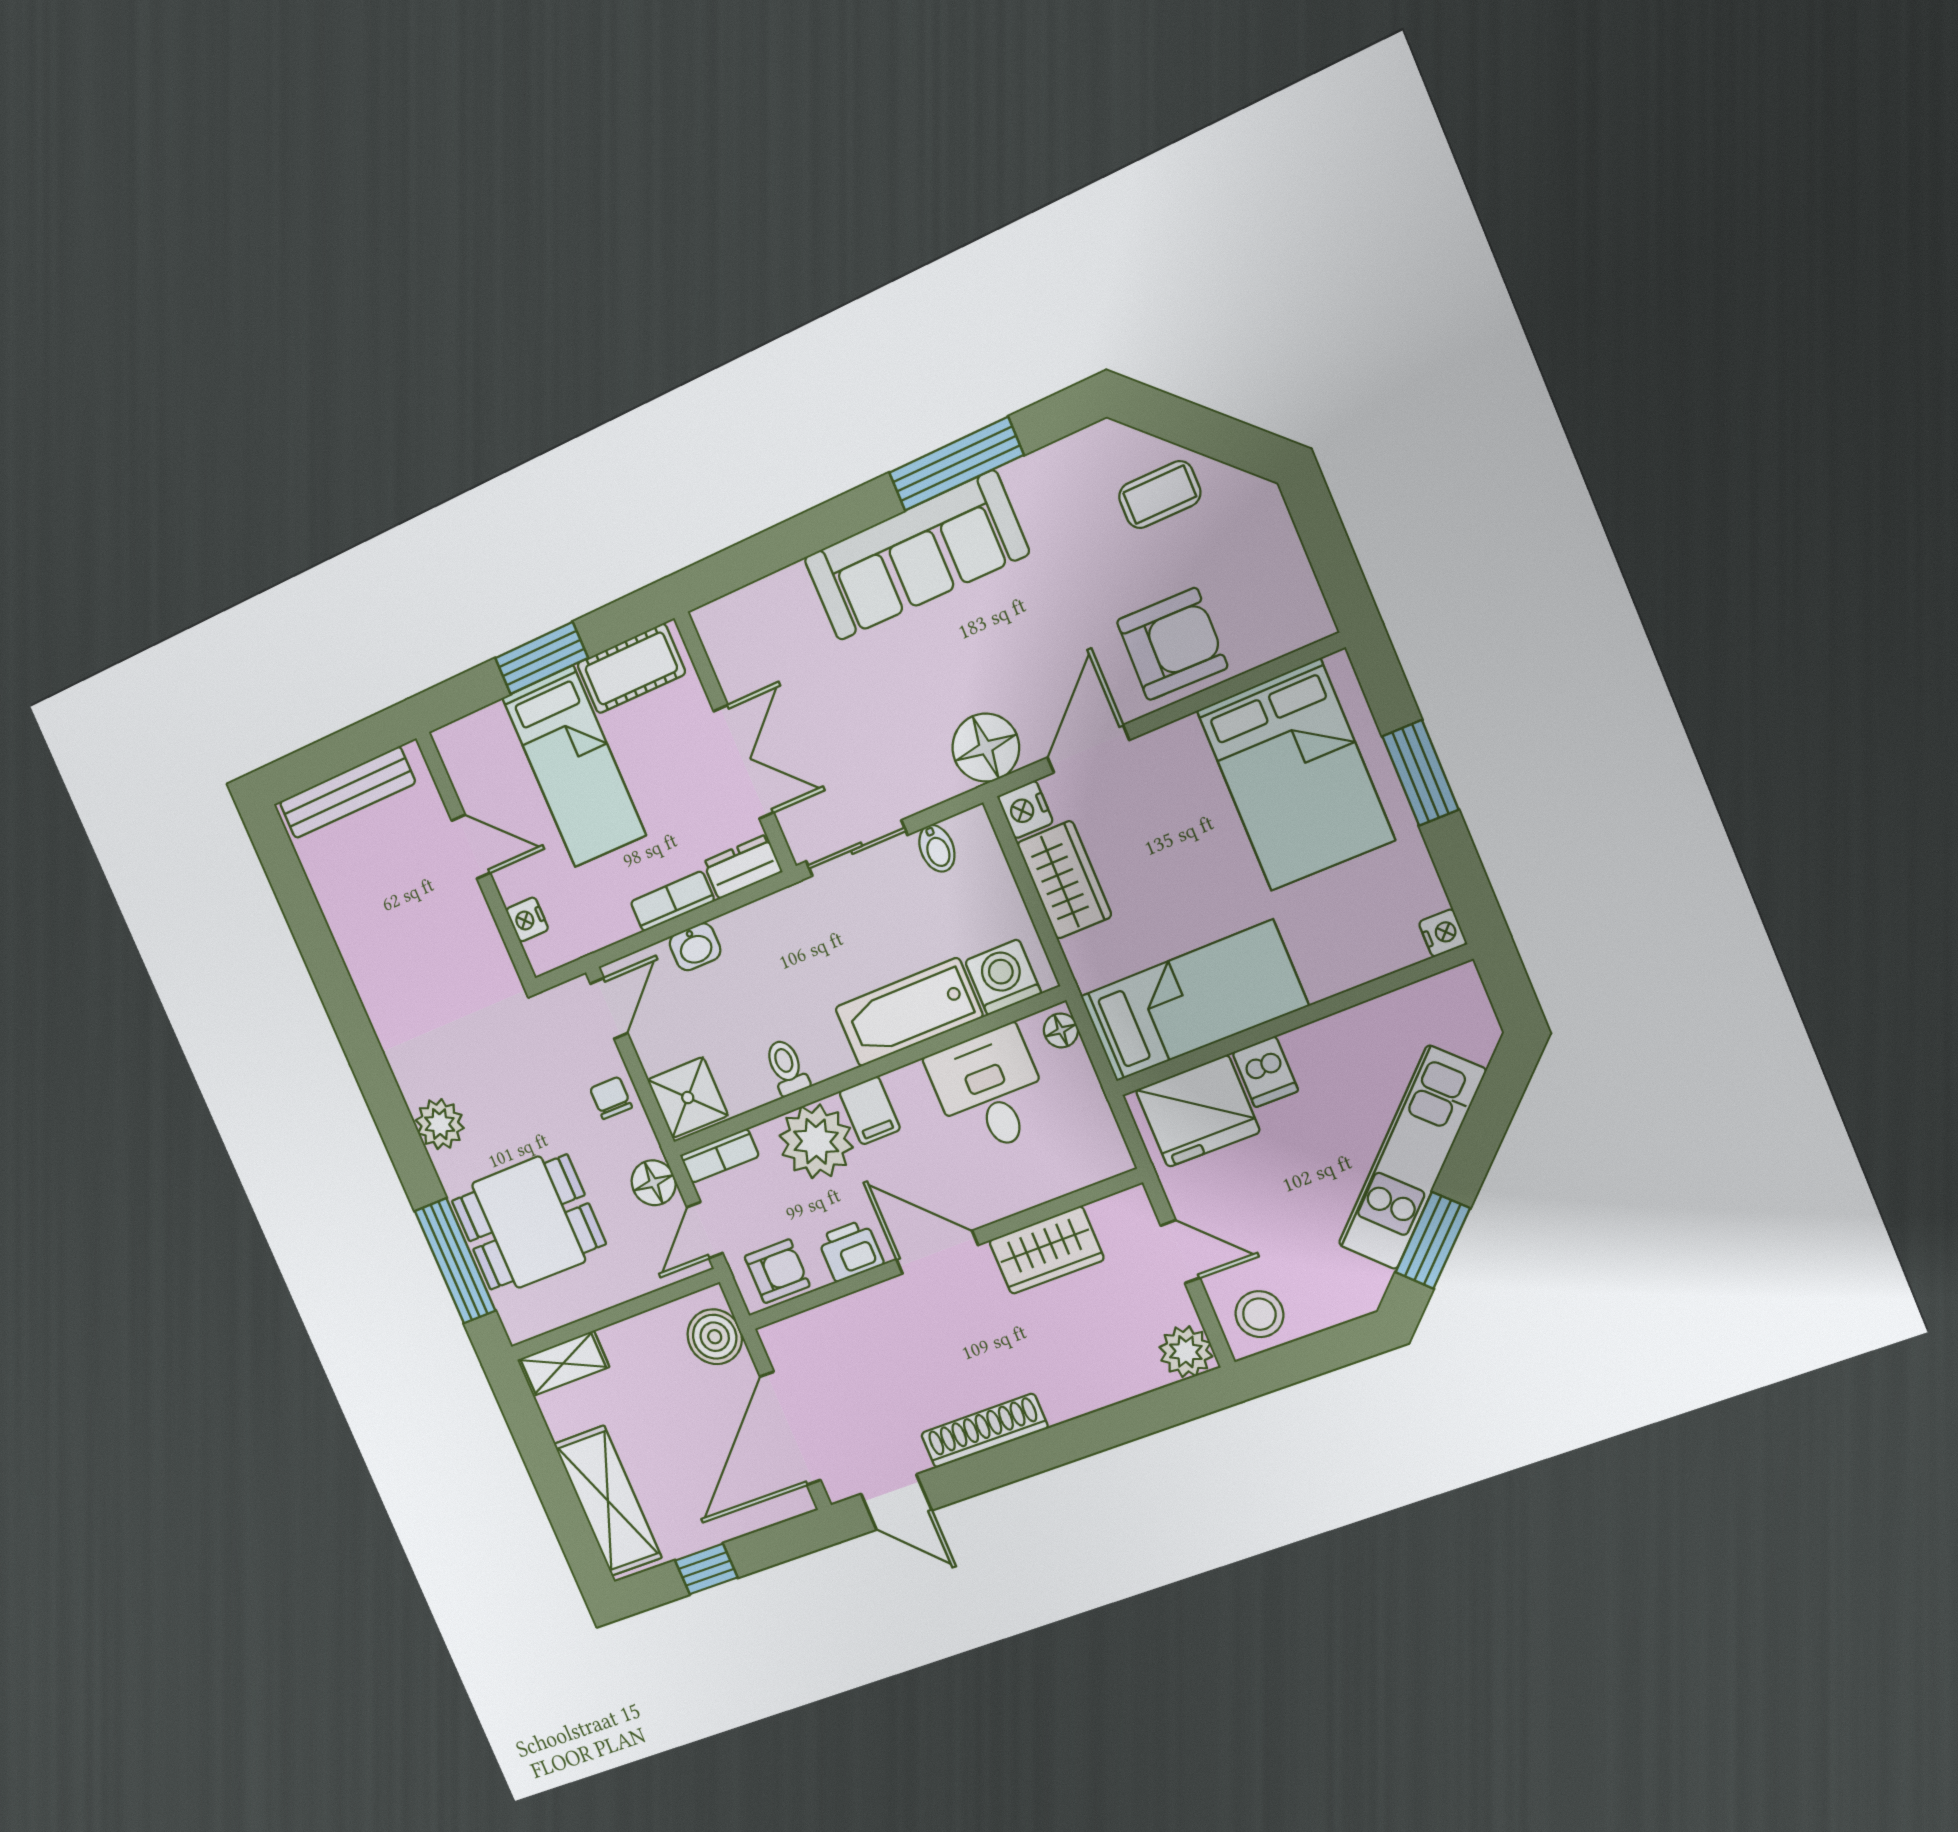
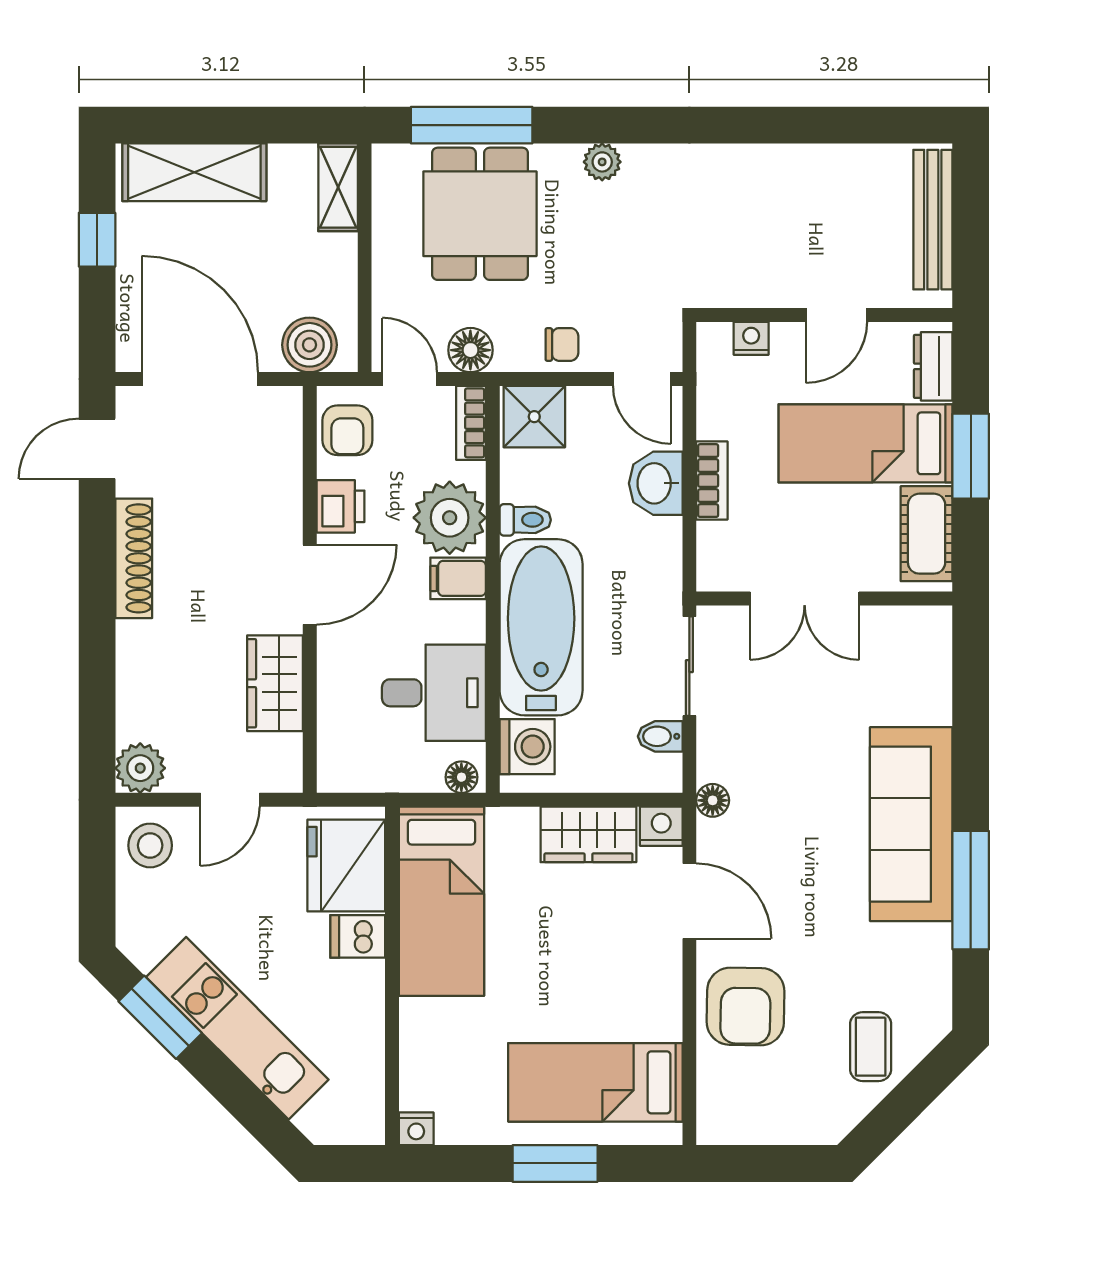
floor lamp: (986, 748) -> (713, 800), width x0.53, depth x0.53
bed: (1296, 775) -> (595, 1082), width x0.67
dresser: (743, 867) -> (933, 366), moved, turned 180
washbasin: (695, 947) -> (656, 483), width x1.38, depth x1.45
bathtub: (909, 1012) -> (541, 627), width x1.36, depth x1.36
plant: (440, 1124) -> (602, 162), width x0.73, depth x0.73

